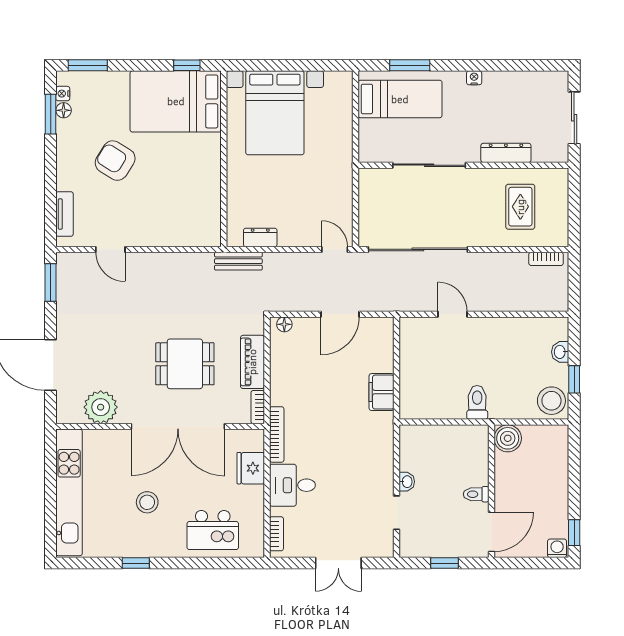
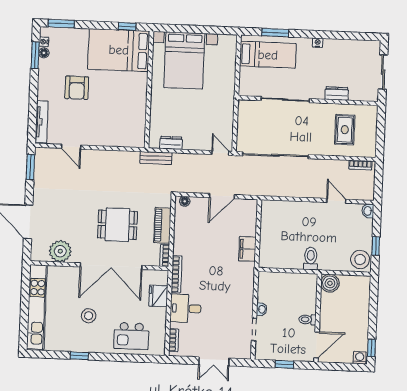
dresser: (506, 153) -> (337, 94), width x0.70
armchair: (115, 161) -> (77, 88), turned -122
tv unit: (64, 214) -> (42, 122), width x1.41
door: (452, 314) -> (336, 201), moved
washbasin: (560, 352) -> (368, 211), moved

